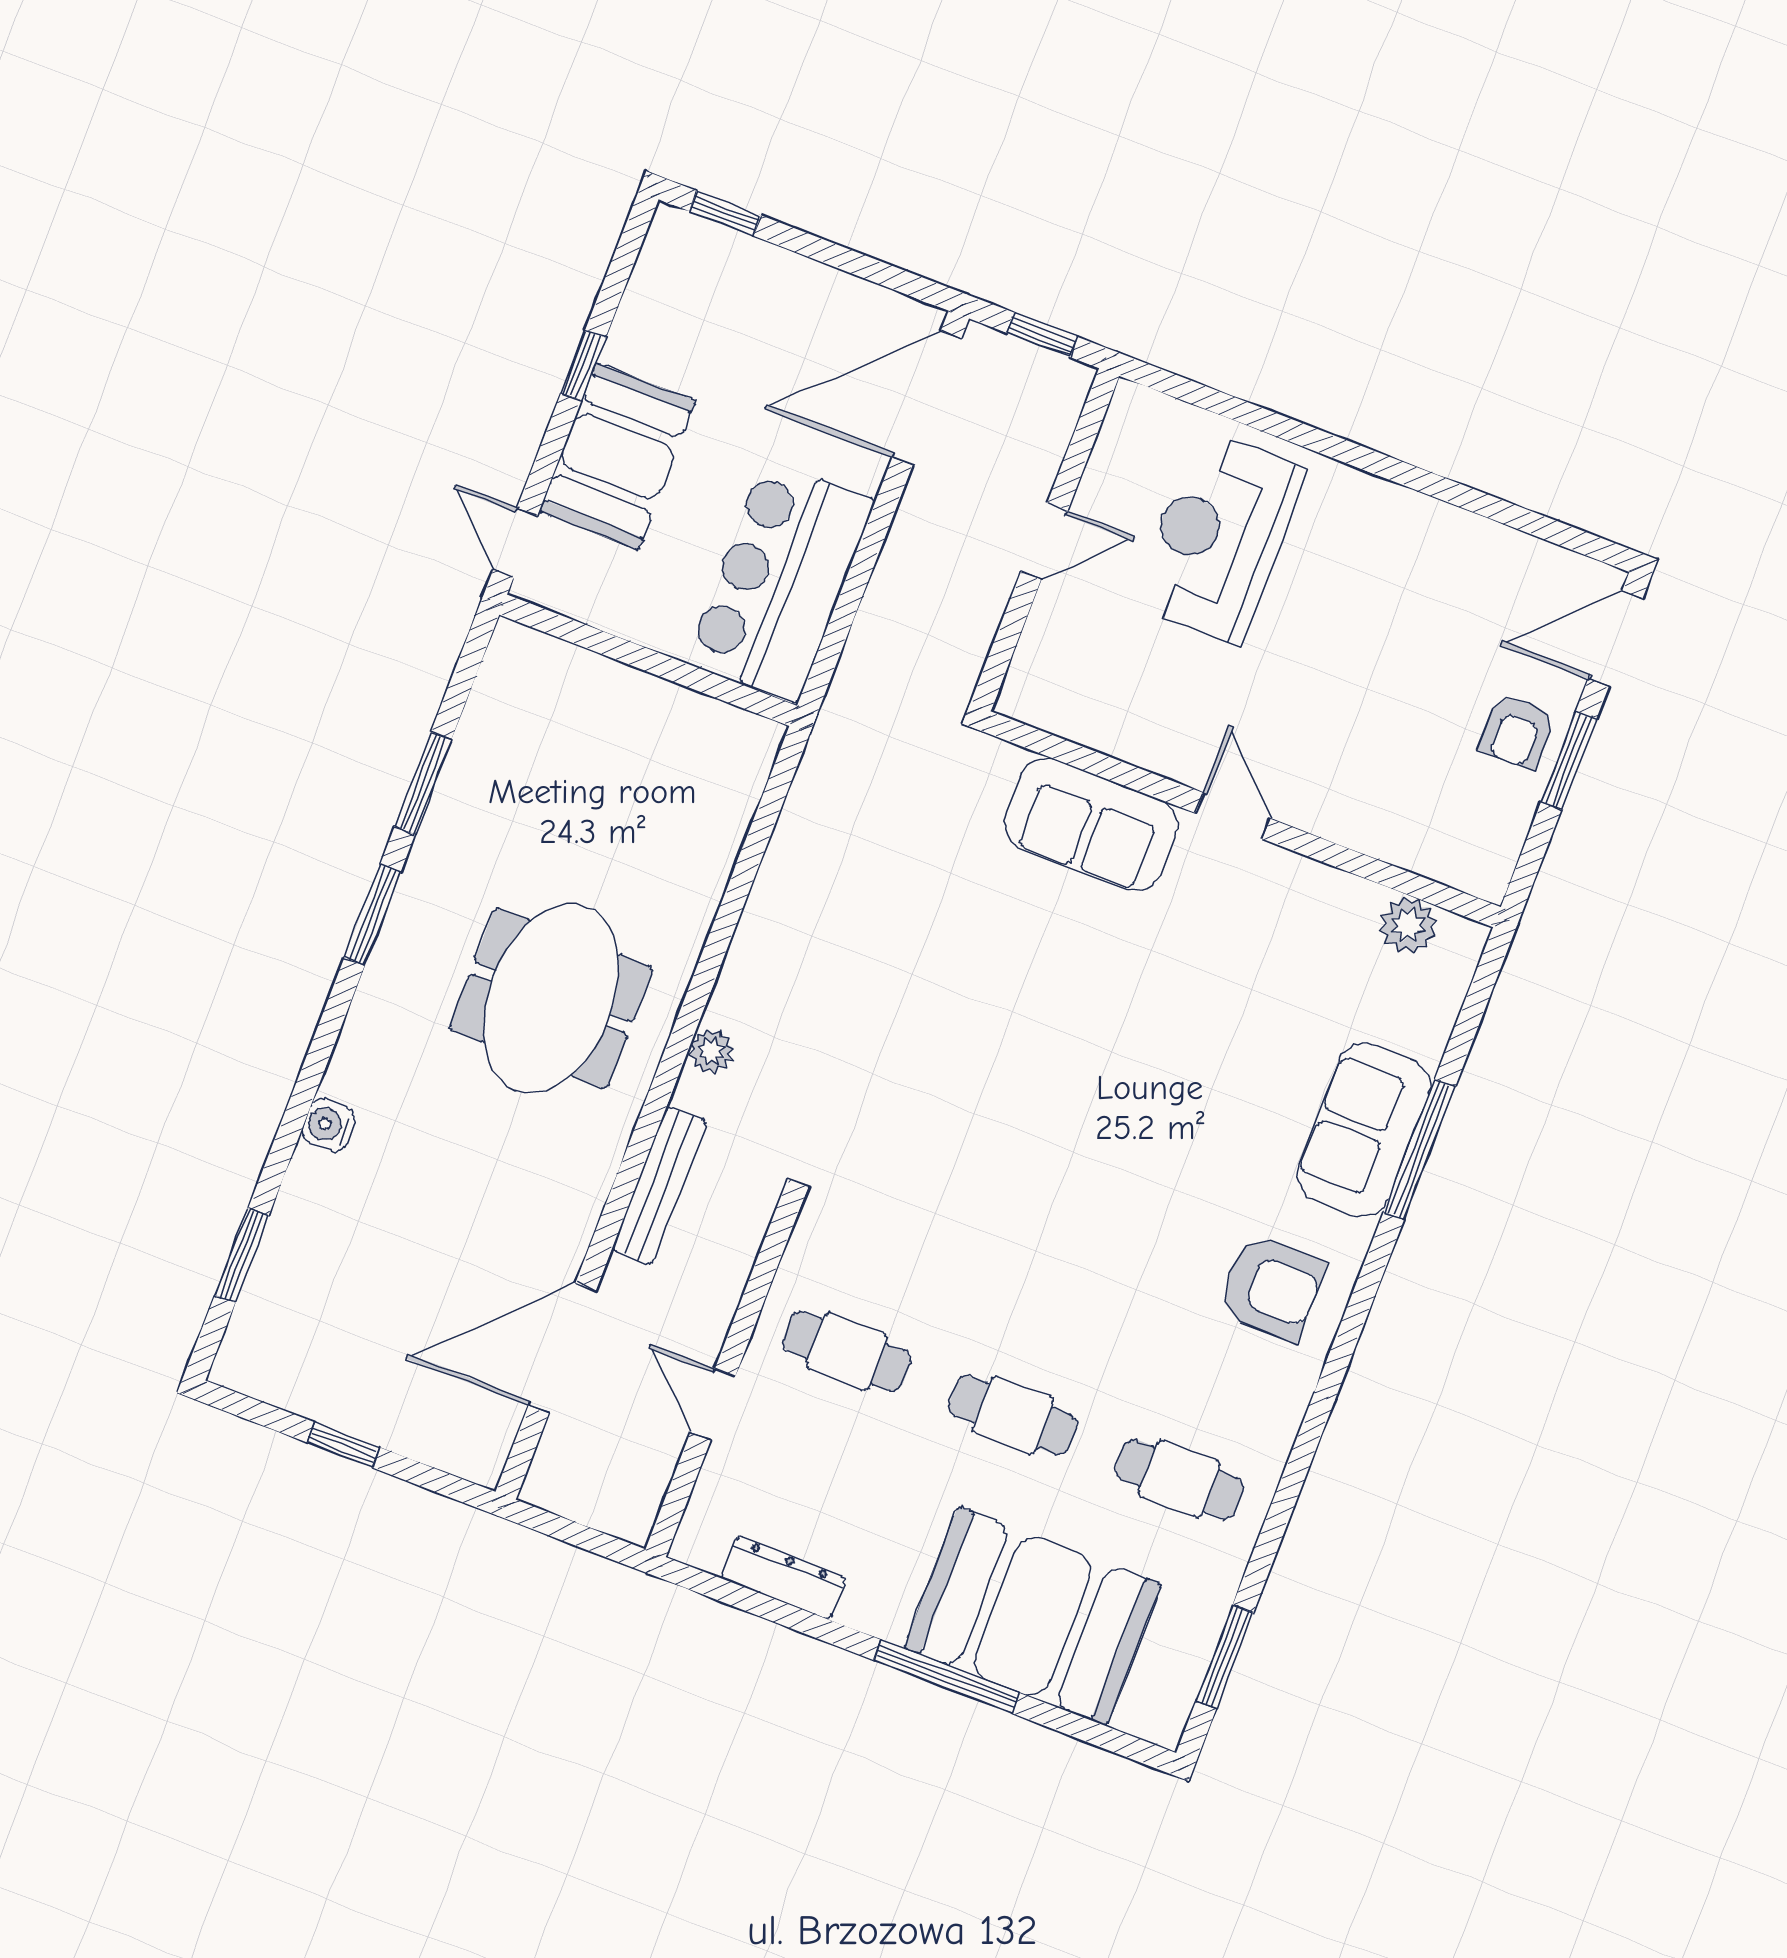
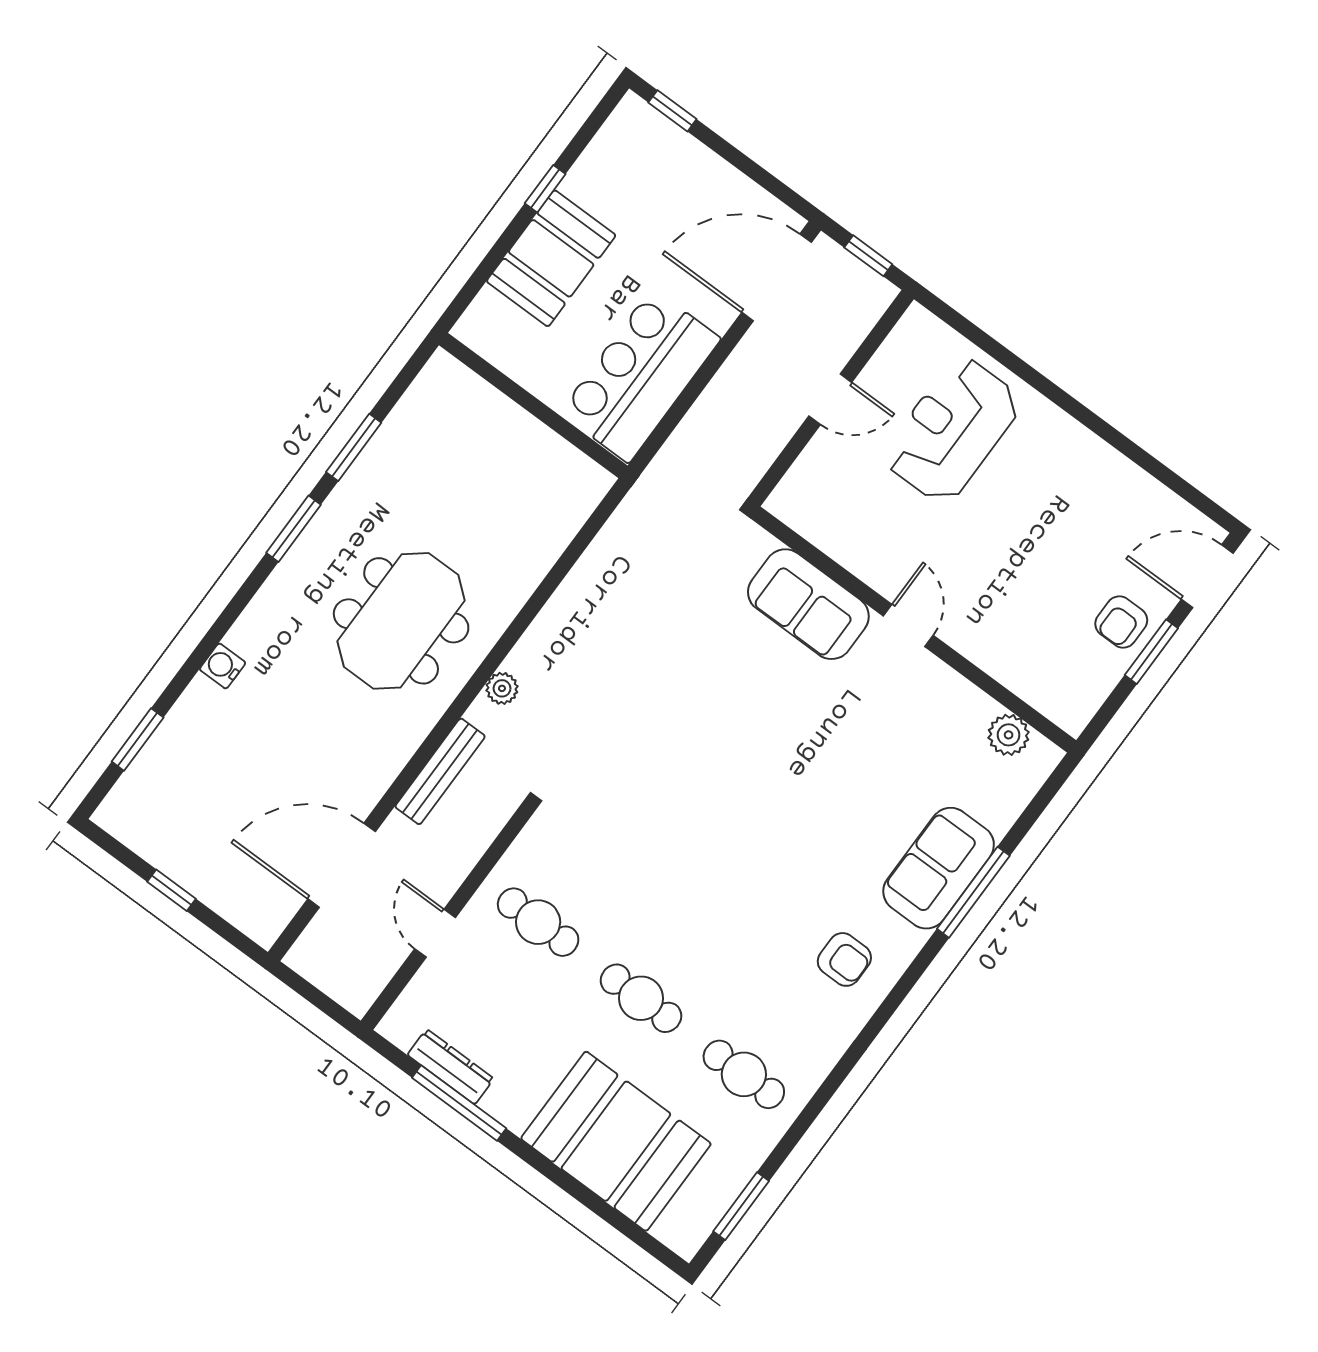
door: (515, 543) -> (464, 298), removed
armchair: (1271, 1287) -> (844, 959), width x0.72, depth x0.72
window: (947, 1677) -> (459, 1103), moved

